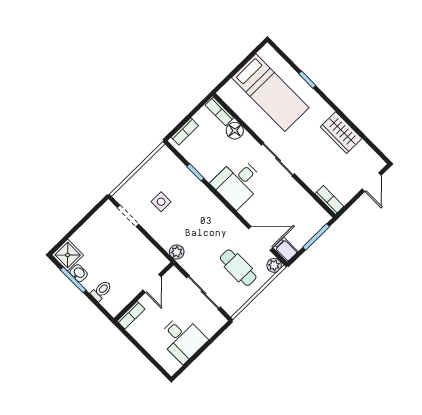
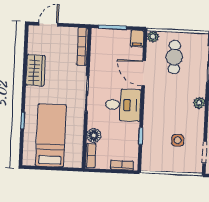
bookcase: (329, 200) -> (82, 47), width x1.56
door: (261, 238) -> (144, 73), moved

